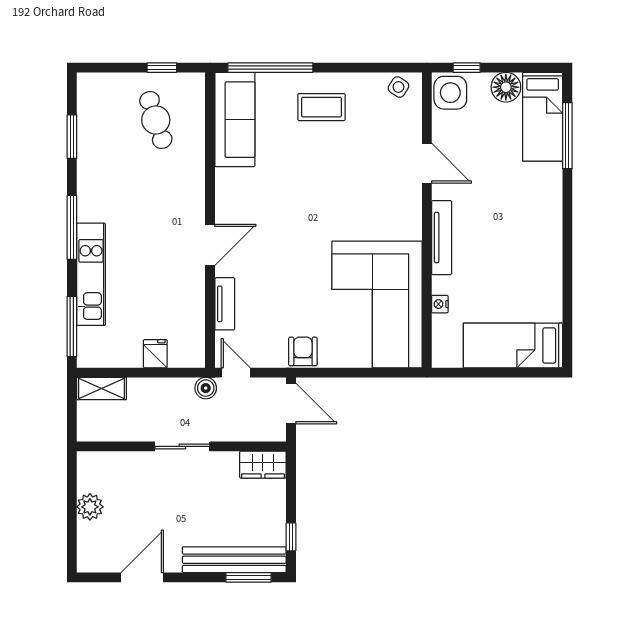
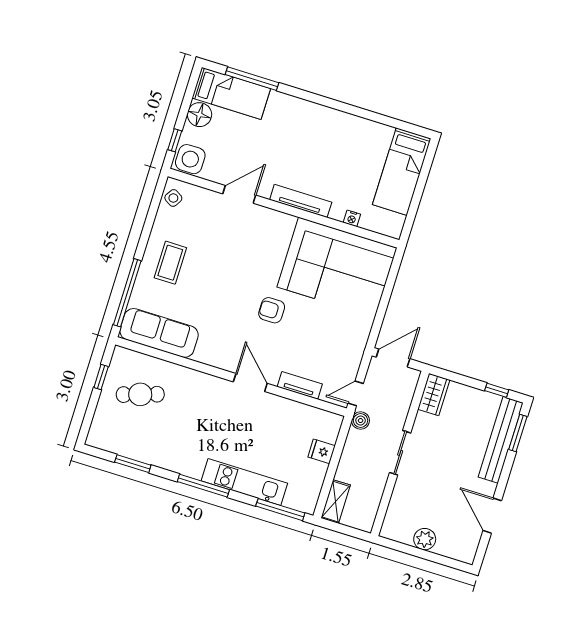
armchair: (303, 351) -> (272, 310), moved

